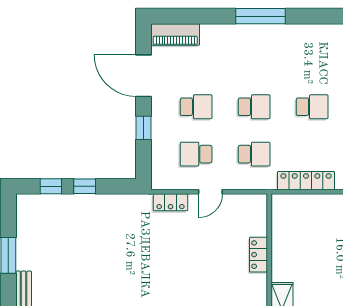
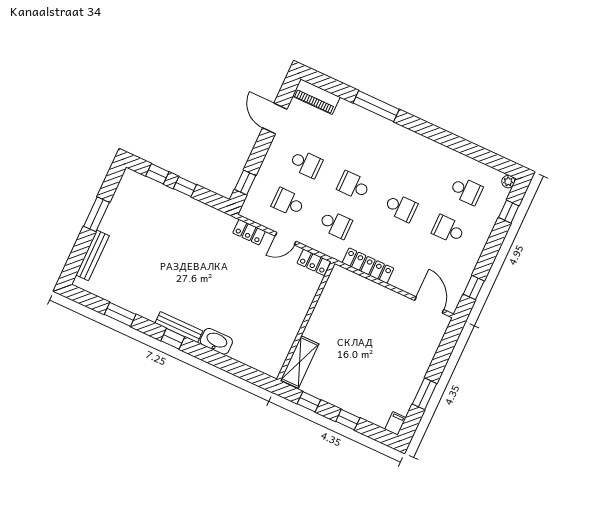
window: (261, 16) -> (376, 106), moved
door: (143, 76) -> (275, 118), width x0.73
school desk: (254, 107) -> (353, 186), turned 180
window: (143, 128) -> (245, 182), moved
locker: (259, 255) -> (314, 262), moved, turned -90

